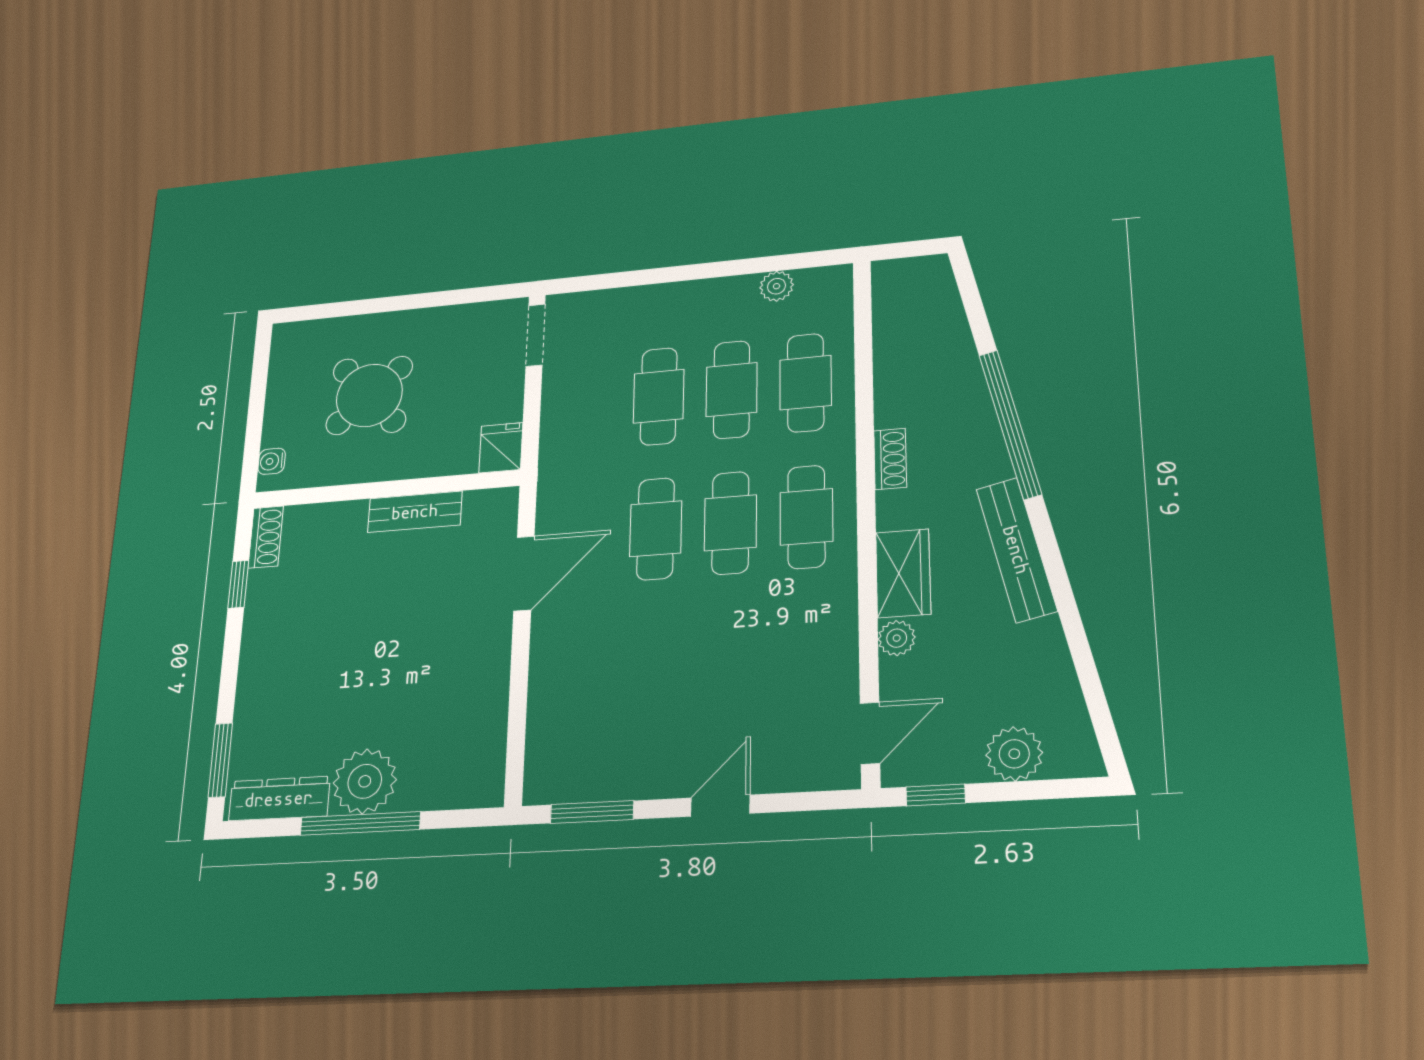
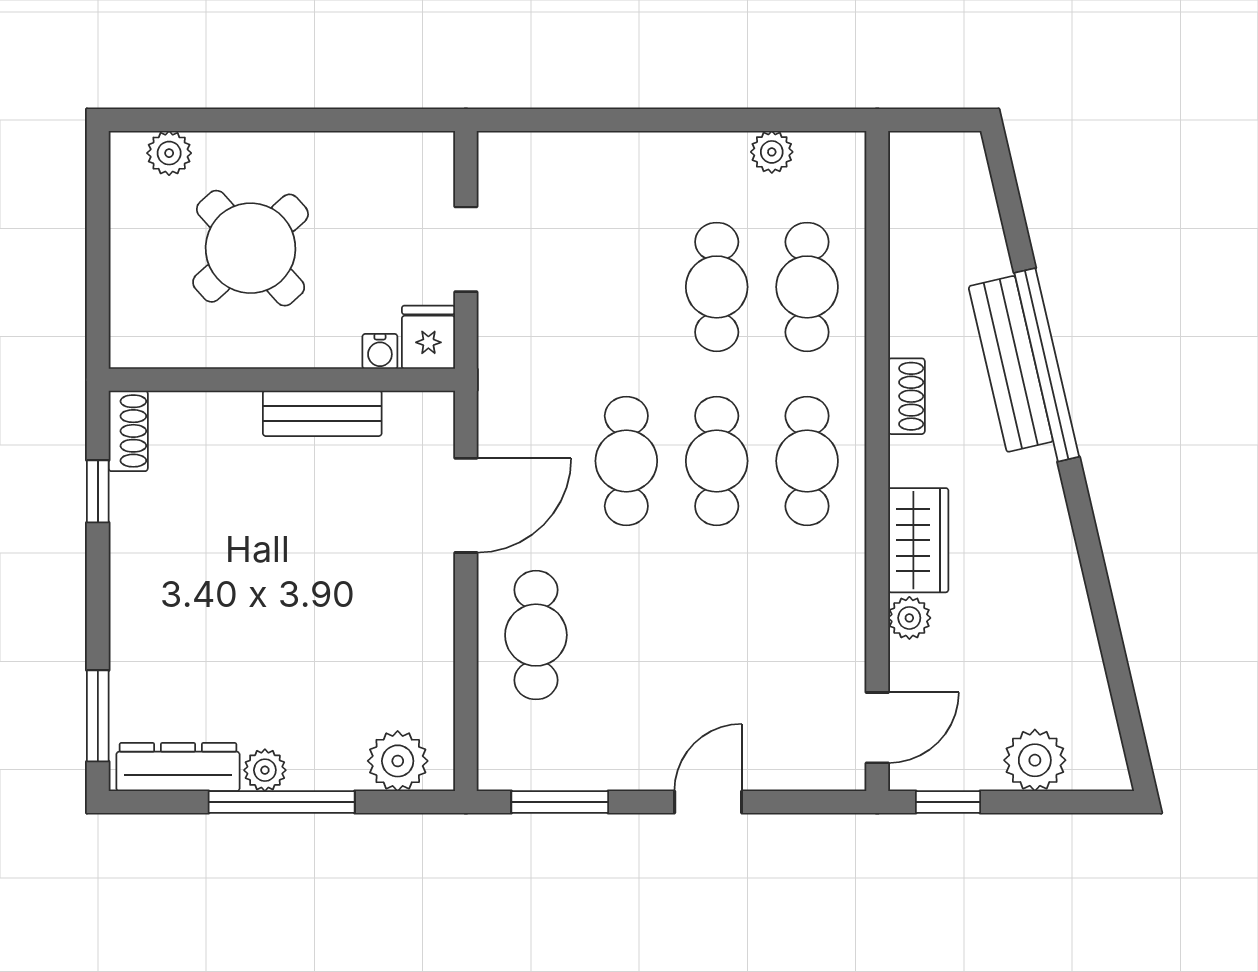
plant: (315, 334) -> (169, 153), added
doorway: (535, 335) -> (466, 249), moved
cafe table: (659, 396) -> (536, 635), moved
water cooler: (272, 461) -> (380, 351), moved, turned -90
bench: (1016, 550) -> (1011, 364), moved
plant: (365, 781) -> (265, 770), width x0.53, depth x0.53
plant: (458, 784) -> (398, 761), added

